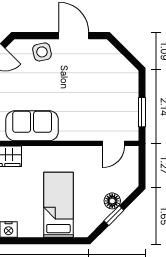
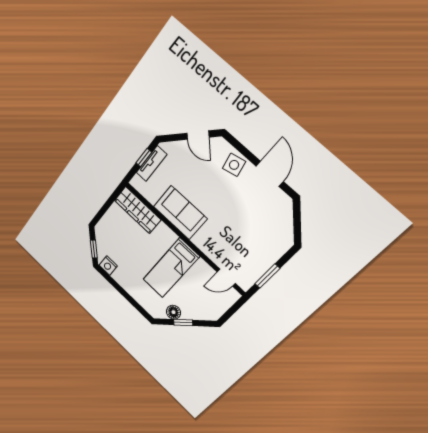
floor lamp: (112, 201) -> (173, 312), moved
bed: (58, 205) -> (171, 268), moved, turned 180

